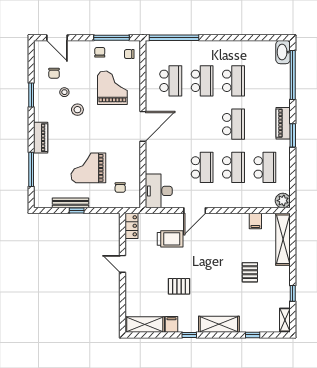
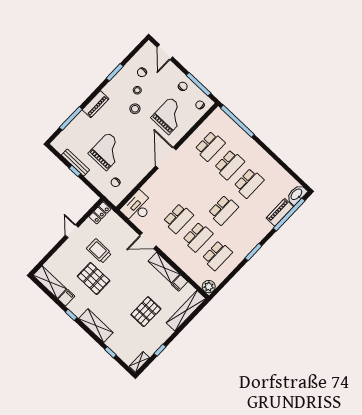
piano: (283, 123) -> (280, 212), moved
door: (143, 126) -> (166, 158), swing flipped
grand piano: (88, 168) -> (107, 151), turned 90
shelving: (230, 221) -> (164, 268), added
trolley: (170, 239) -> (99, 251), moved, turned 180
pallet: (250, 272) -> (146, 312), width x1.50, depth x1.42
pallet: (179, 286) -> (94, 278), width x1.50, depth x1.42

